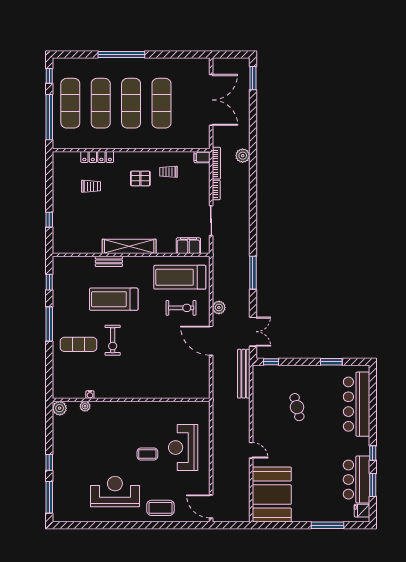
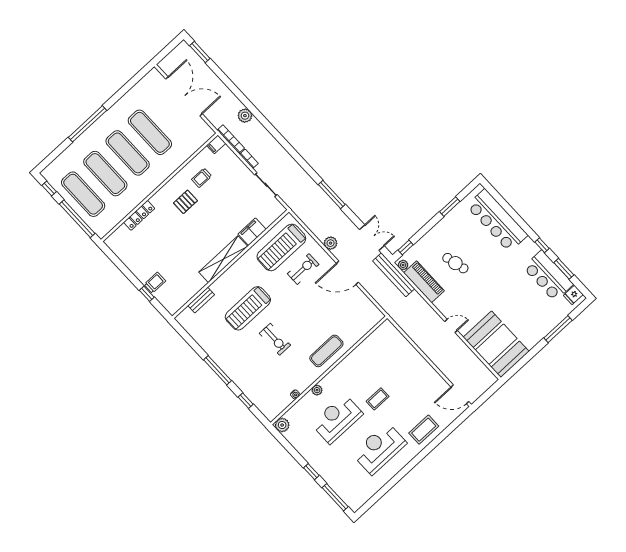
trolley: (91, 186) -> (155, 283), moved
filing cabinet: (188, 246) -> (252, 232), moved
bench: (109, 261) -> (201, 300), moved
window: (49, 282) -> (246, 401), moved
exercise mat: (79, 344) -> (326, 351), moved
plant: (257, 373) -> (403, 265), added
piano: (261, 399) -> (424, 282), added
plant: (85, 406) -> (317, 390), moved
reception desk: (183, 448) -> (337, 419), moved, turned 90

